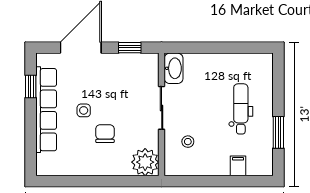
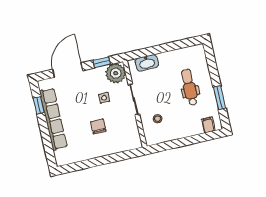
washbasin: (174, 68) -> (147, 63), moved, turned 90
side table: (84, 110) -> (104, 98), moved
plant: (145, 162) -> (116, 73), moved
filing cabinet: (238, 166) -> (208, 125), moved

